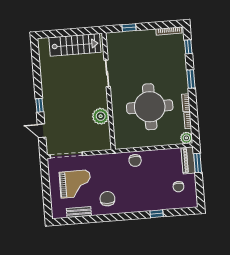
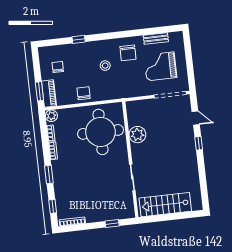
round table: (150, 107) -> (100, 132), moved
chair: (135, 160) -> (84, 93), moved
stool: (131, 187) -> (105, 66), added

